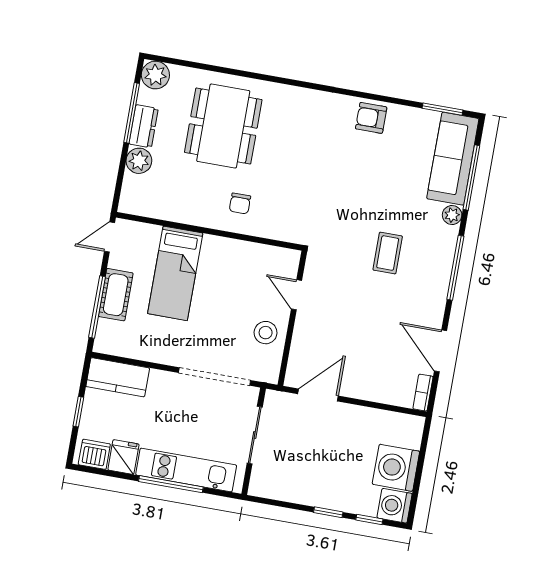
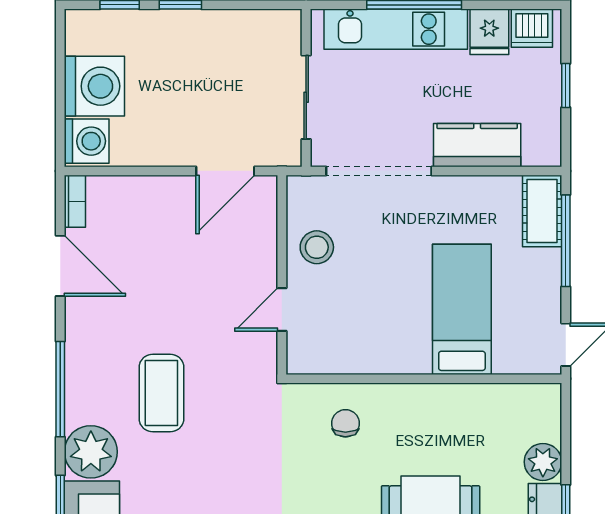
chair: (240, 203) -> (345, 423), moved
plant: (452, 215) -> (91, 452), width x1.87, depth x1.87
coffee table: (388, 253) -> (161, 393), width x1.36, depth x1.30
cot: (116, 295) -> (542, 211), moved
door: (297, 295) -> (282, 310), swing flipped
kitchen counter: (118, 377) -> (477, 145), moved
washing machine: (395, 506) -> (87, 141), moved

